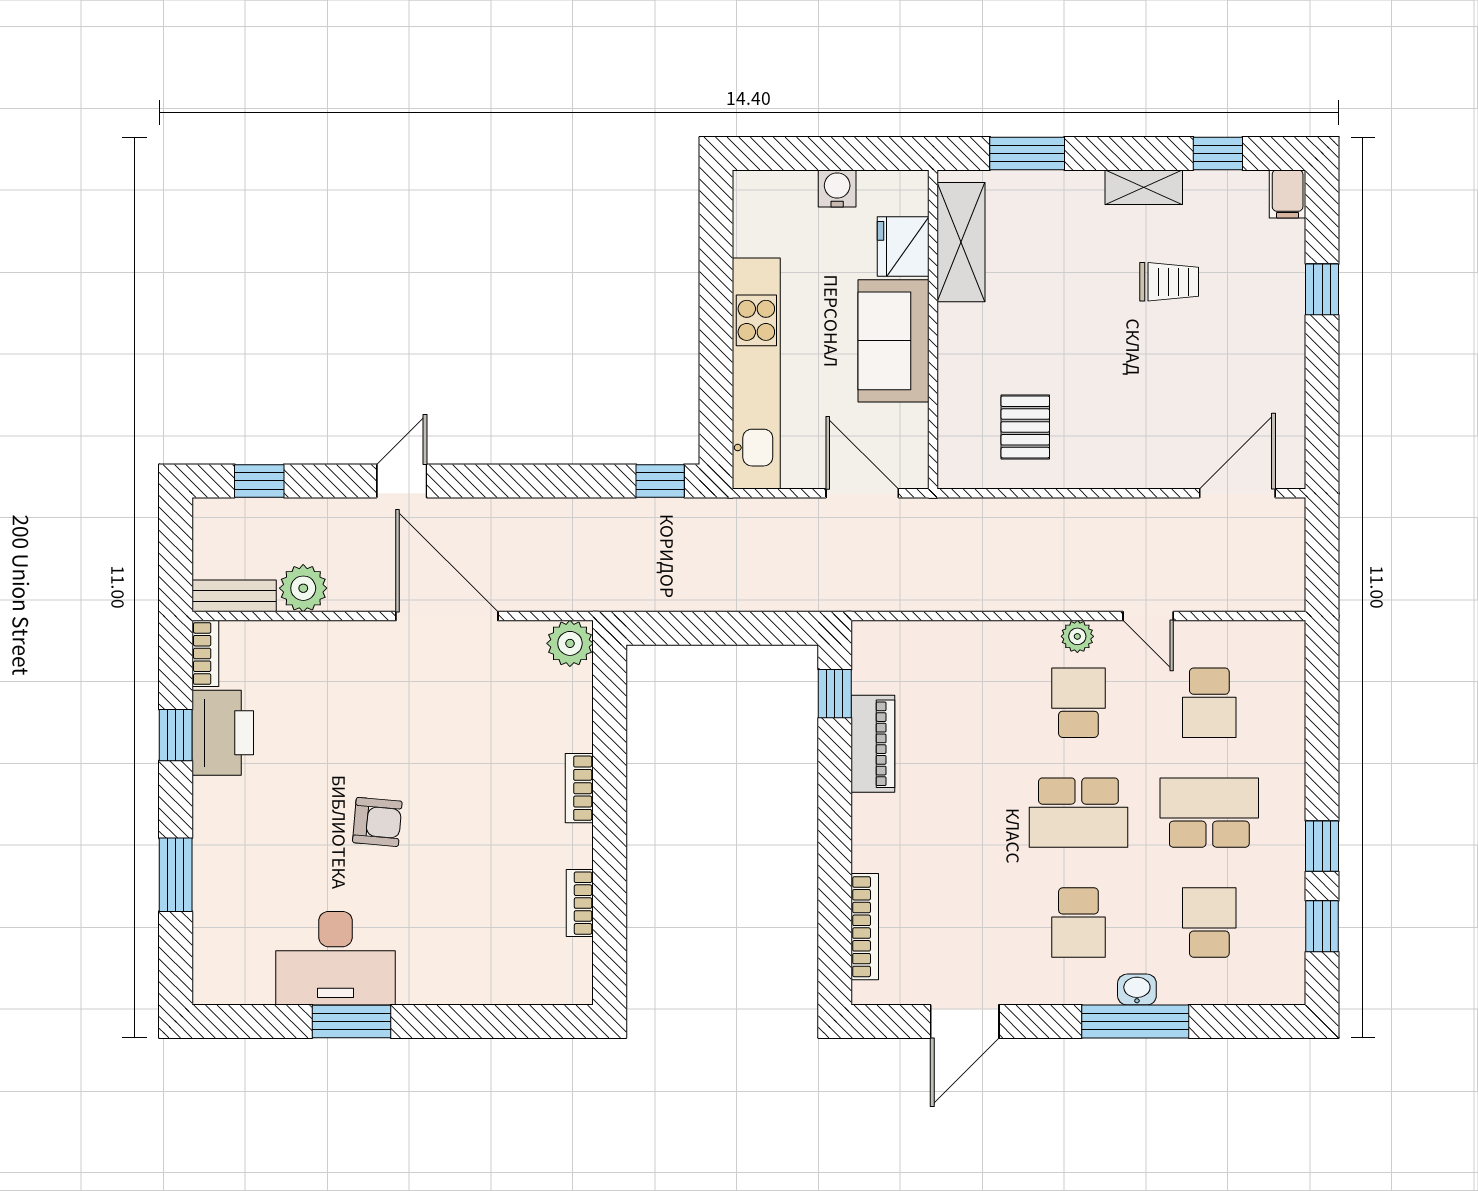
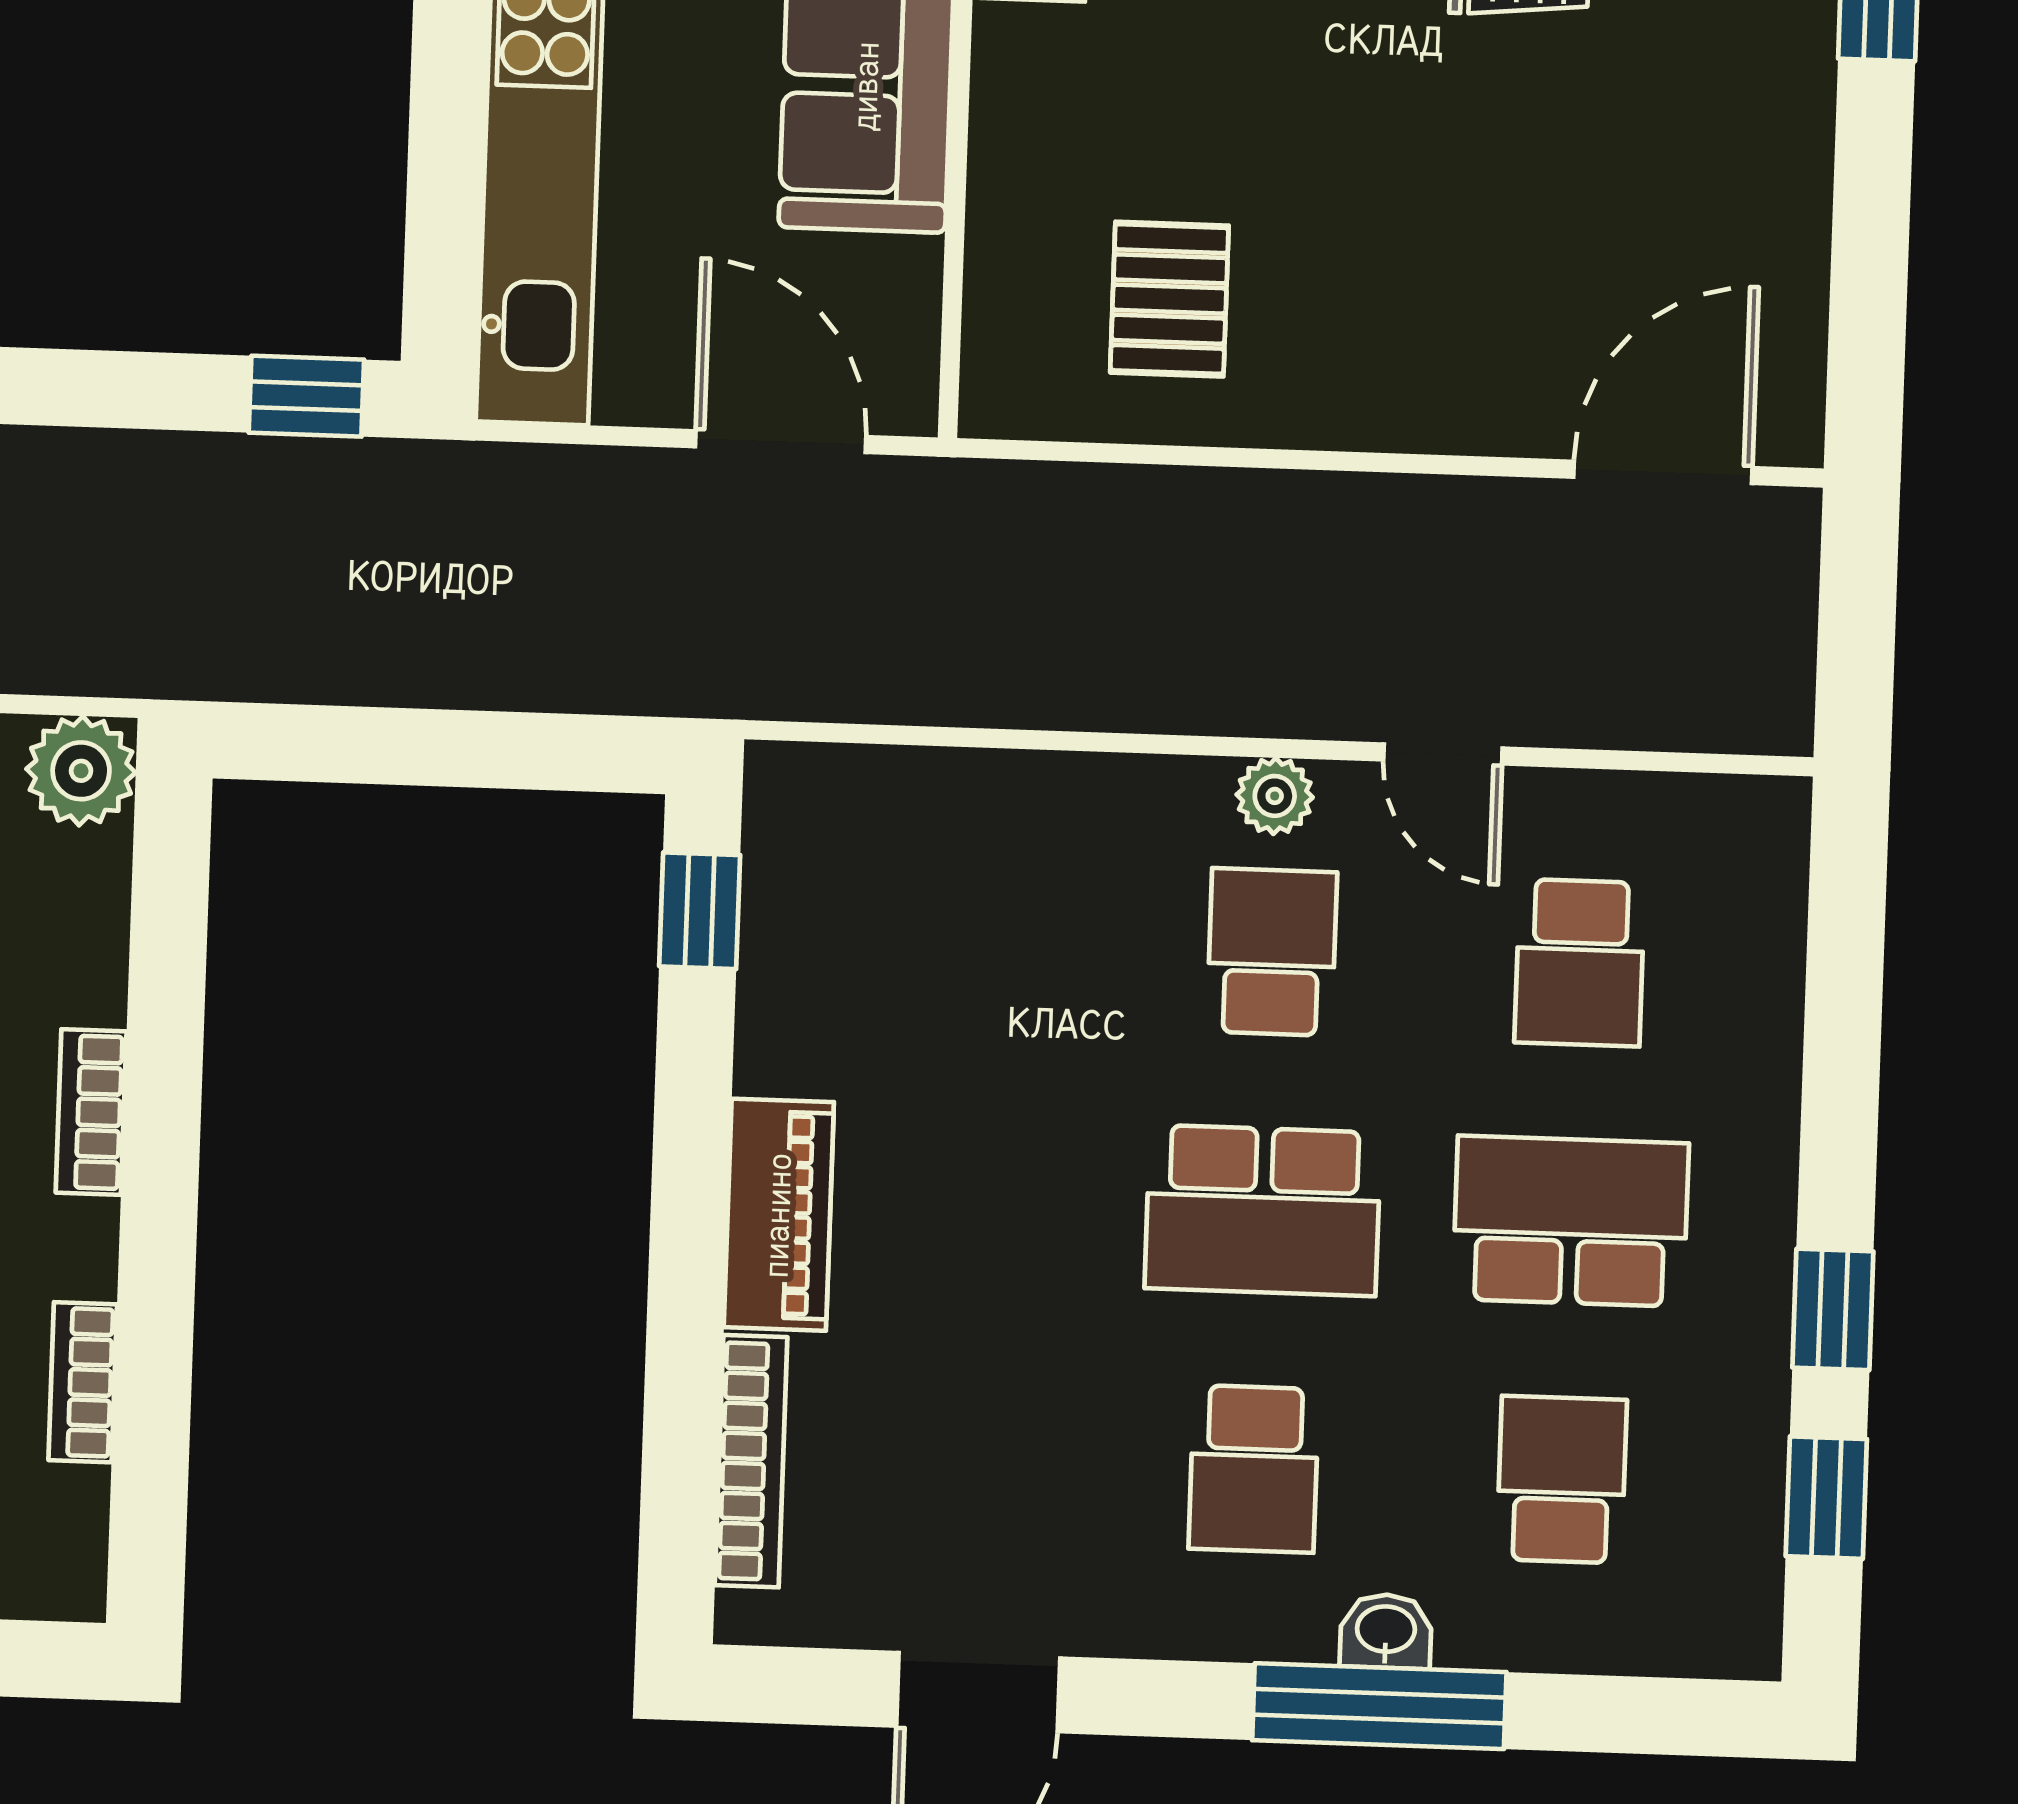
piano: (873, 744) -> (779, 1215), moved

